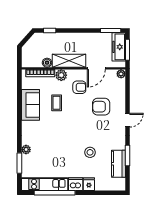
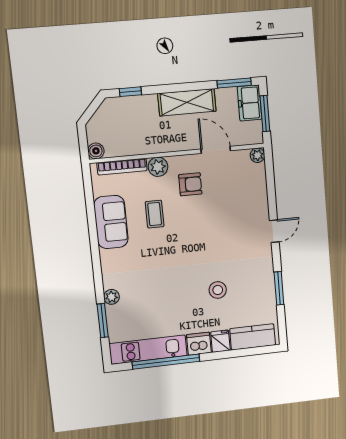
freezer: (119, 47) -> (250, 103), width x0.71
shelving: (69, 61) -> (187, 102), moved
boiler: (47, 63) -> (96, 151), moved
door: (96, 68) -> (216, 150), swing flipped
armchair: (101, 107) -> (229, 213), removed
kitchen counter: (119, 164) -> (253, 337), moved, turned 90

